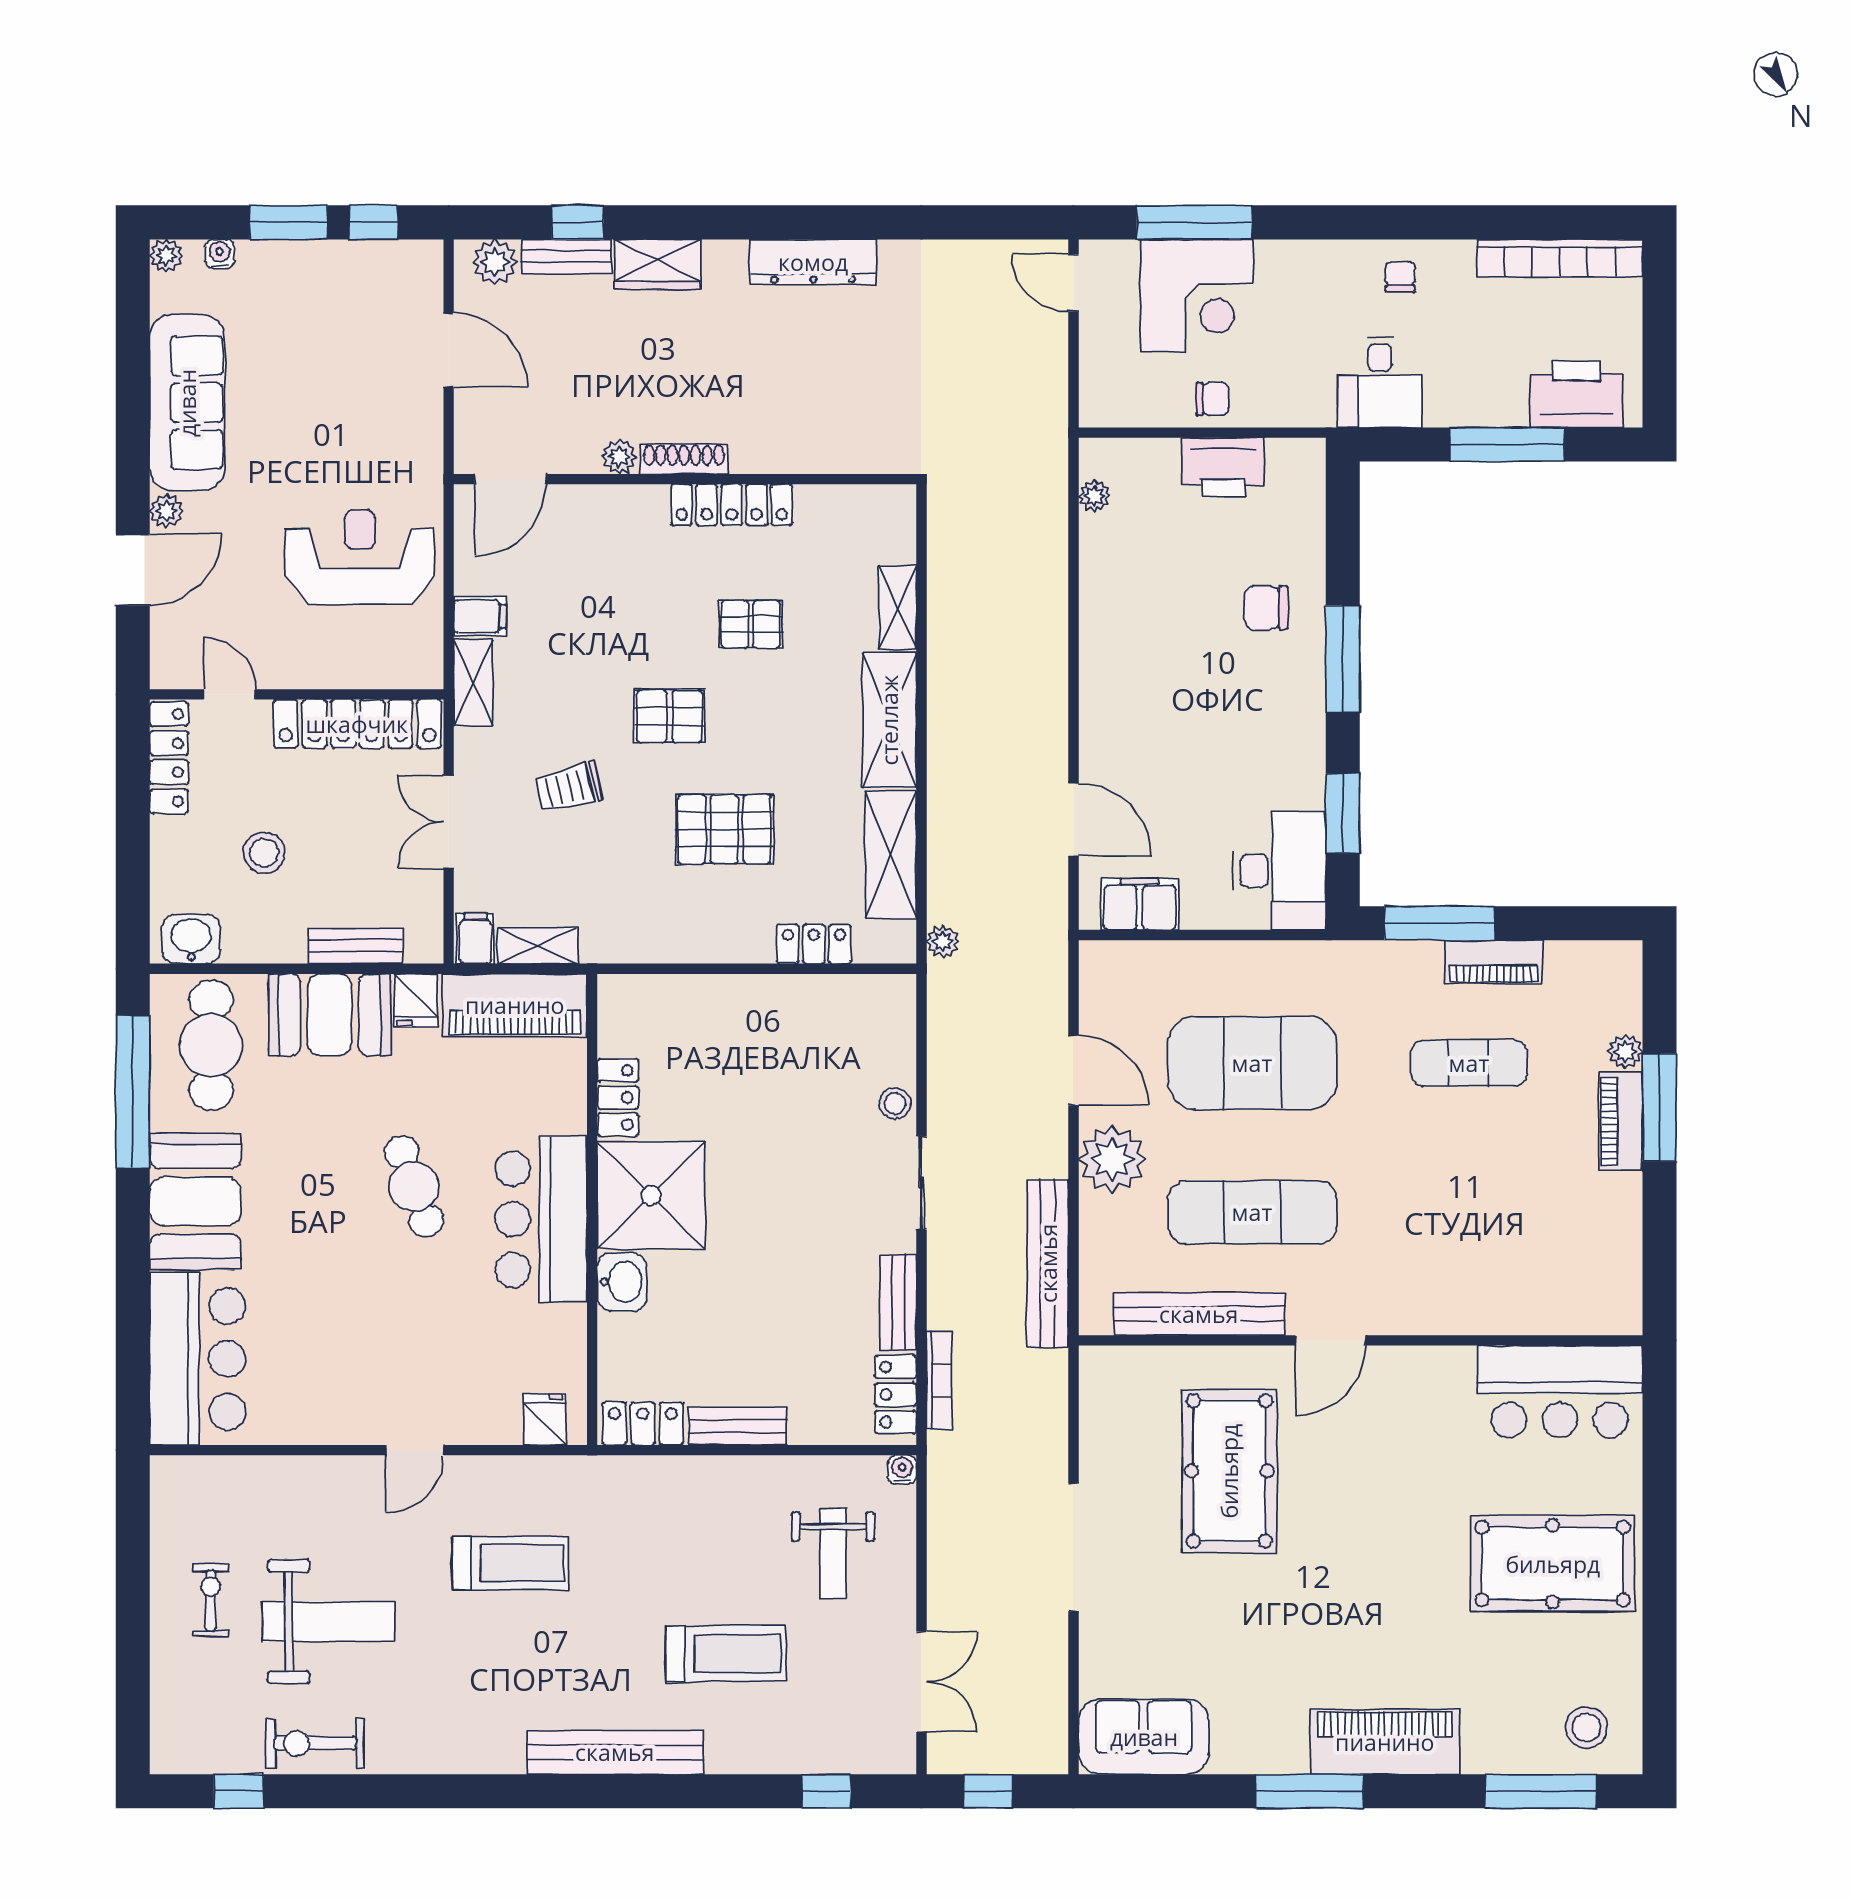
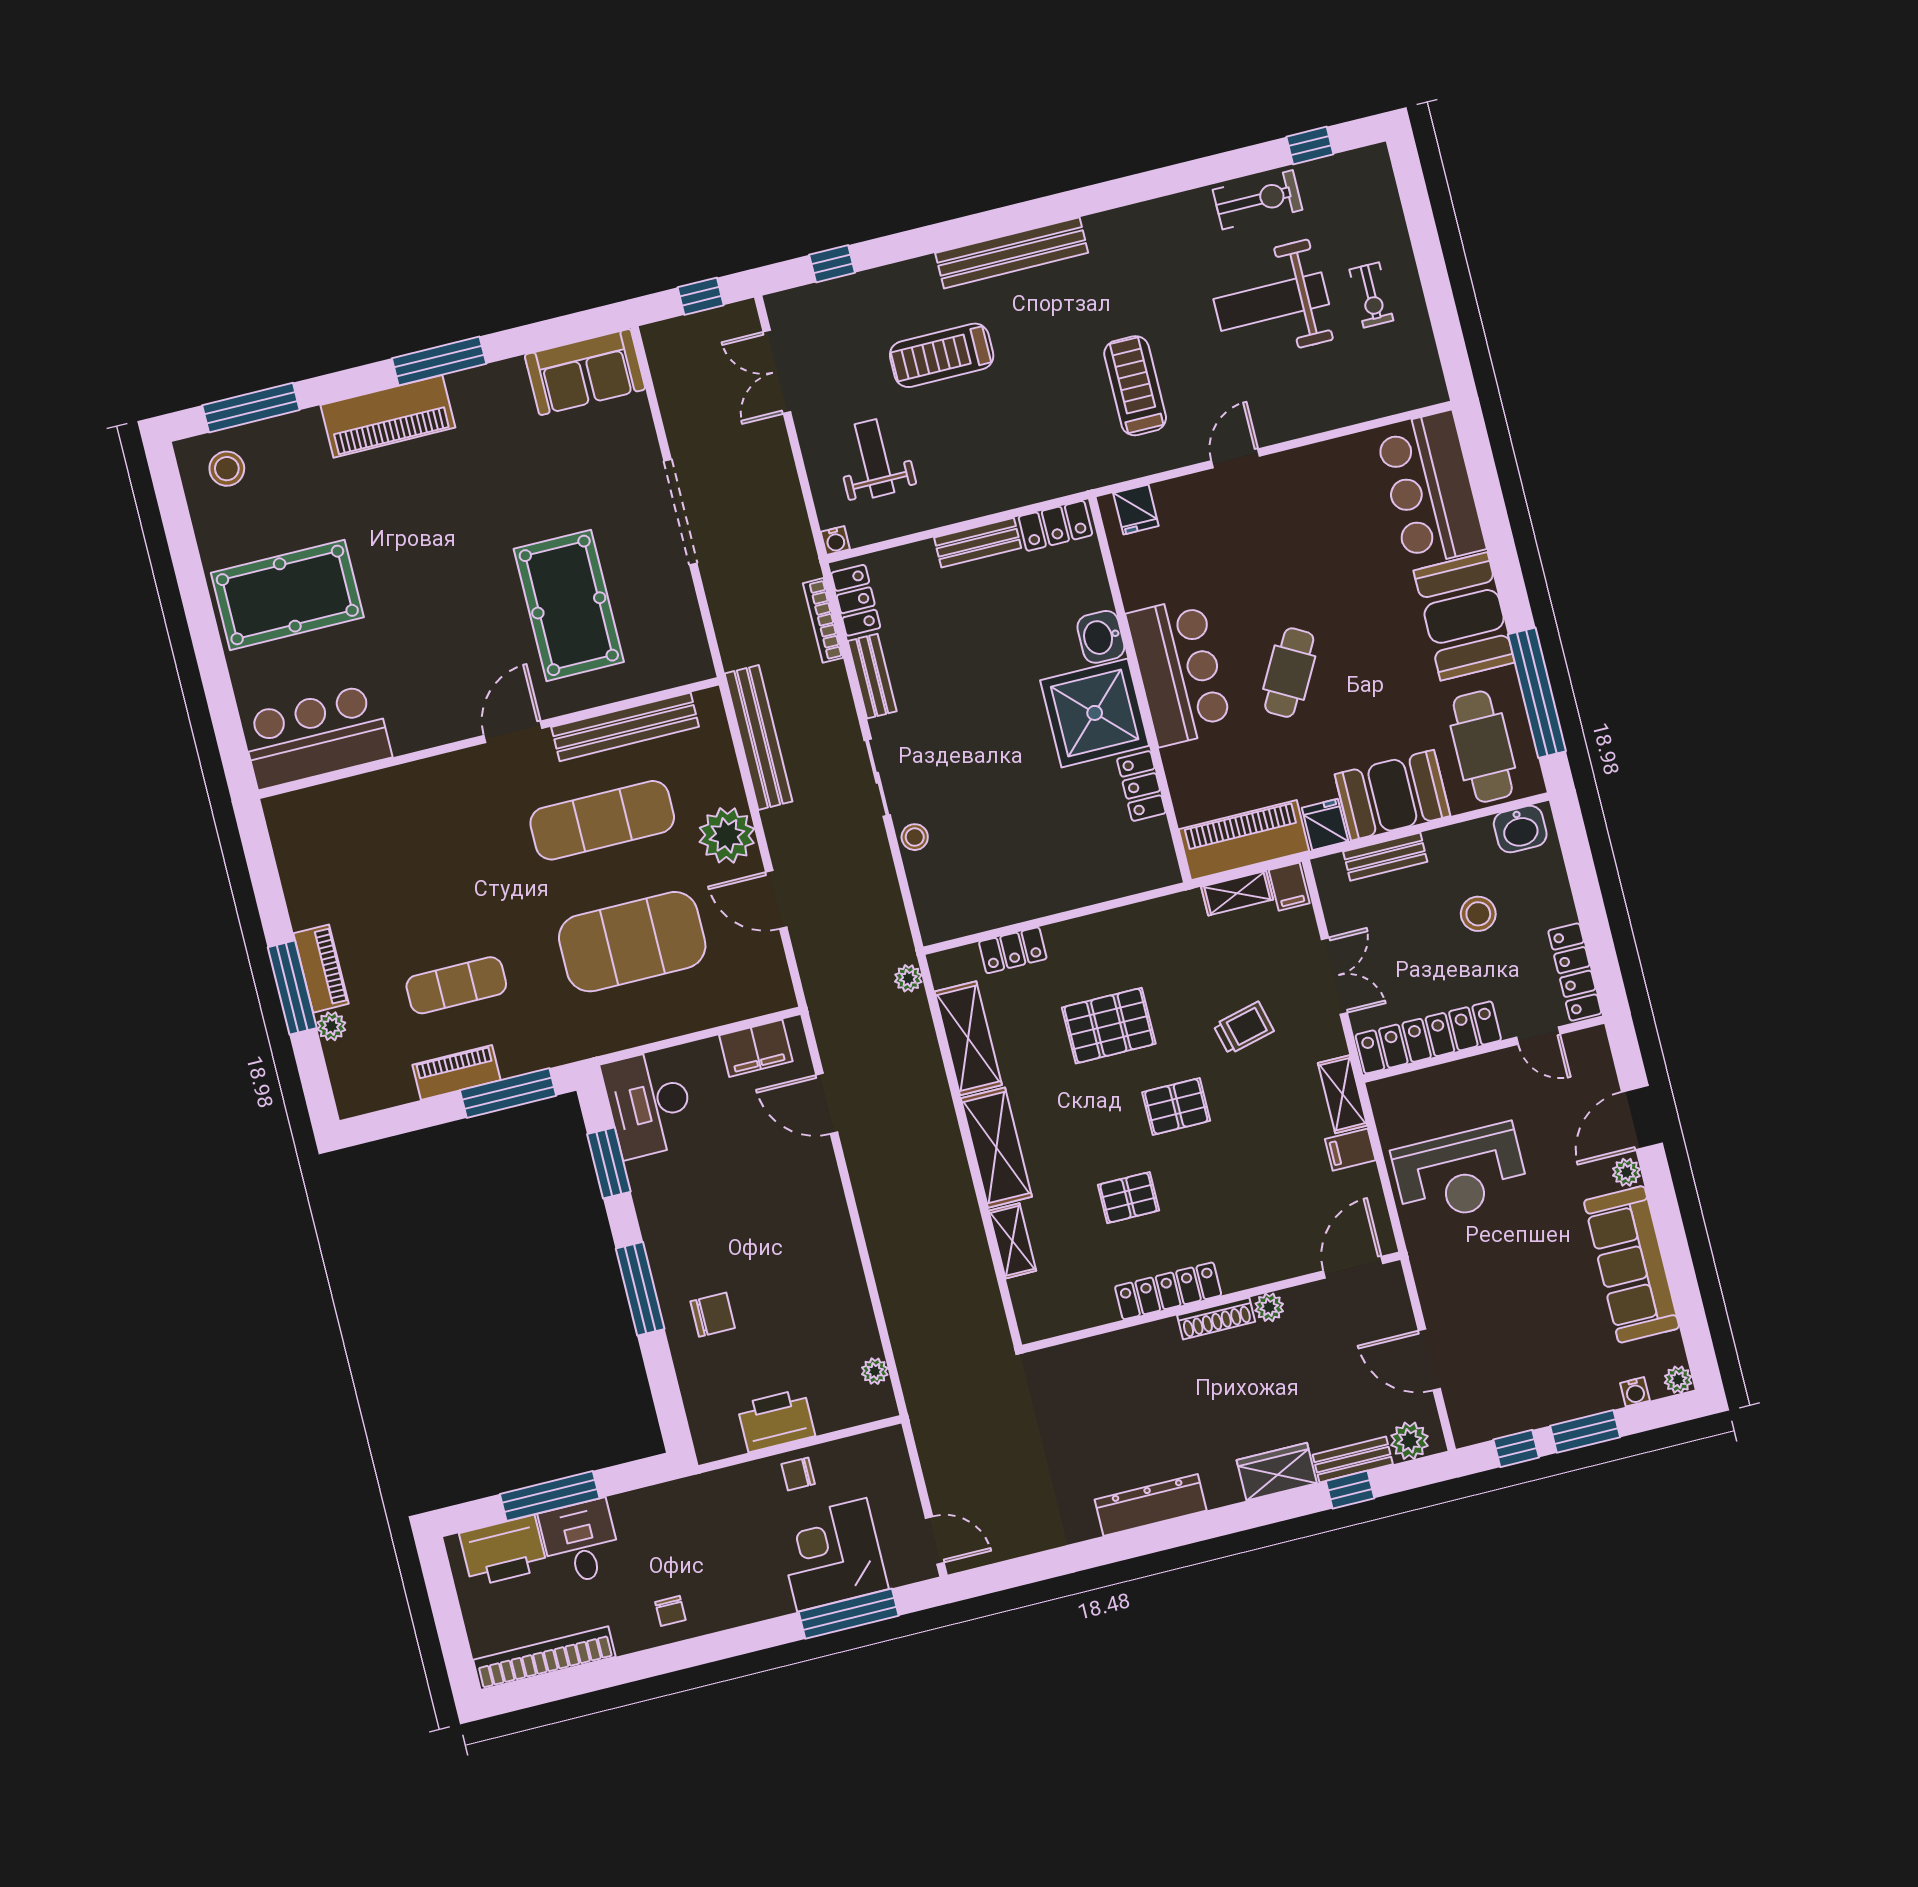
desk: (1380, 382) -> (580, 1542), moved
cafe table: (414, 1186) -> (1289, 673), turned 49
treadmill: (510, 1563) -> (1135, 386), turned 90

